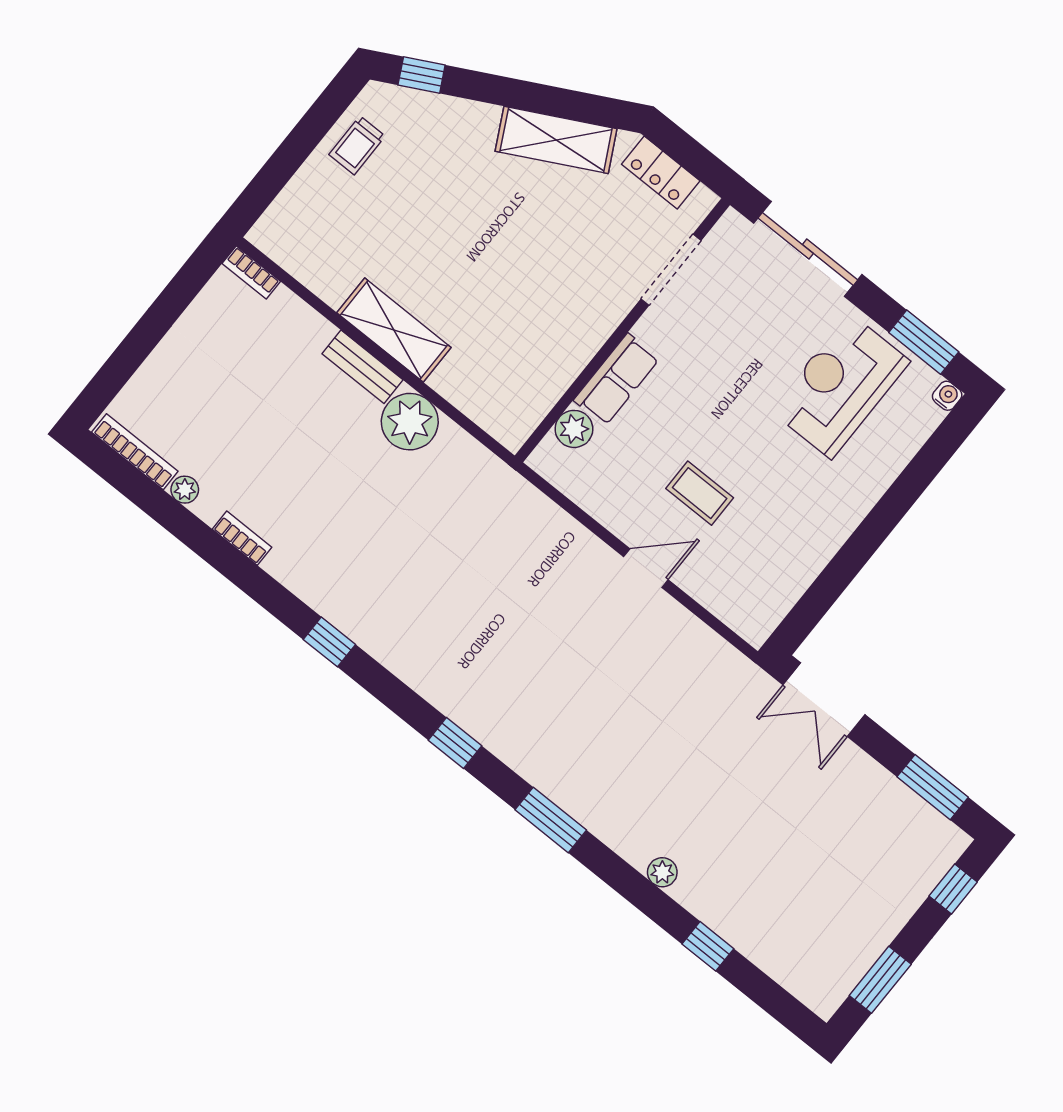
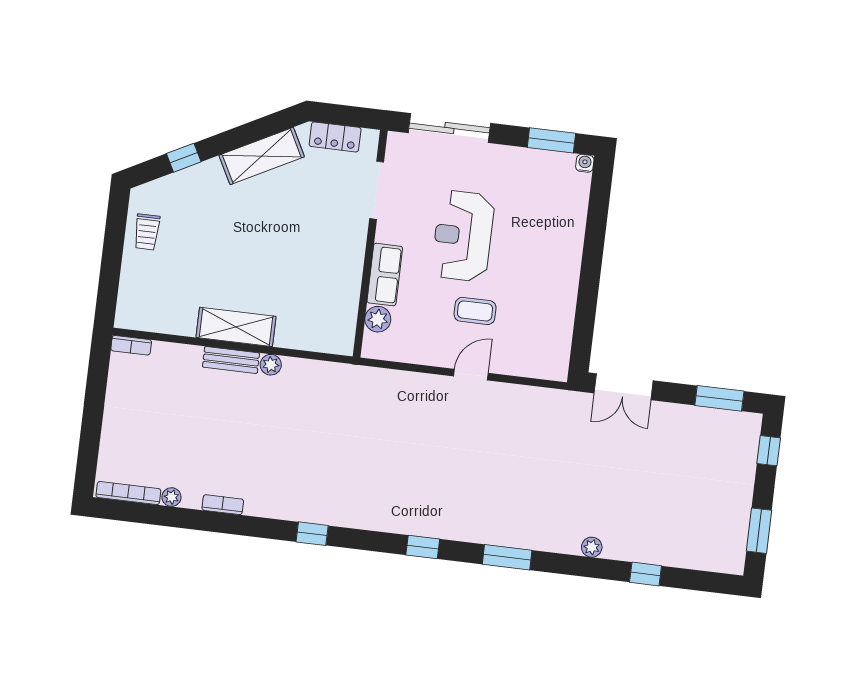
window: (422, 75) -> (184, 158), moved
reception desk: (840, 386) -> (463, 236), moved
plant: (410, 422) -> (271, 365), width x0.53, depth x0.53

